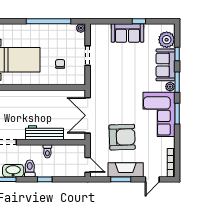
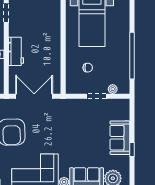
plant: (81, 28) -> (113, 89), moved
workbench: (45, 133) -> (16, 51), width x0.73

